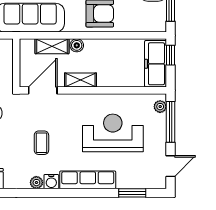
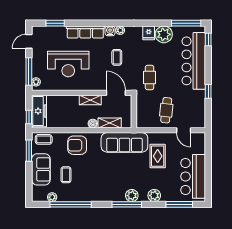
coffee table: (149, 22) -> (44, 139), added
door: (43, 90) -> (116, 93), swing flipped

